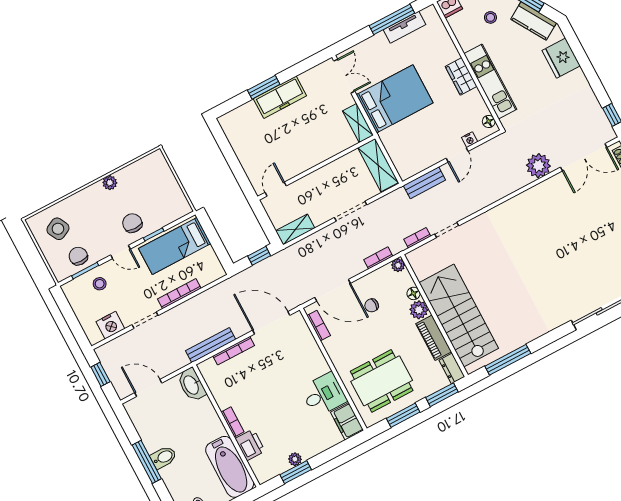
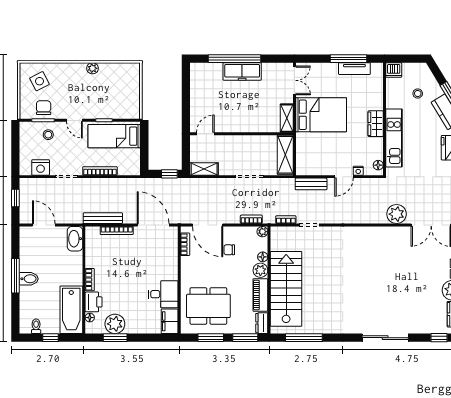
window: (264, 87) -> (235, 59), width x2.11
chair: (132, 223) -> (93, 105), removed
plant: (295, 459) -> (115, 324), width x1.88, depth x1.88
floor lamp: (255, 465) -> (90, 318), added

